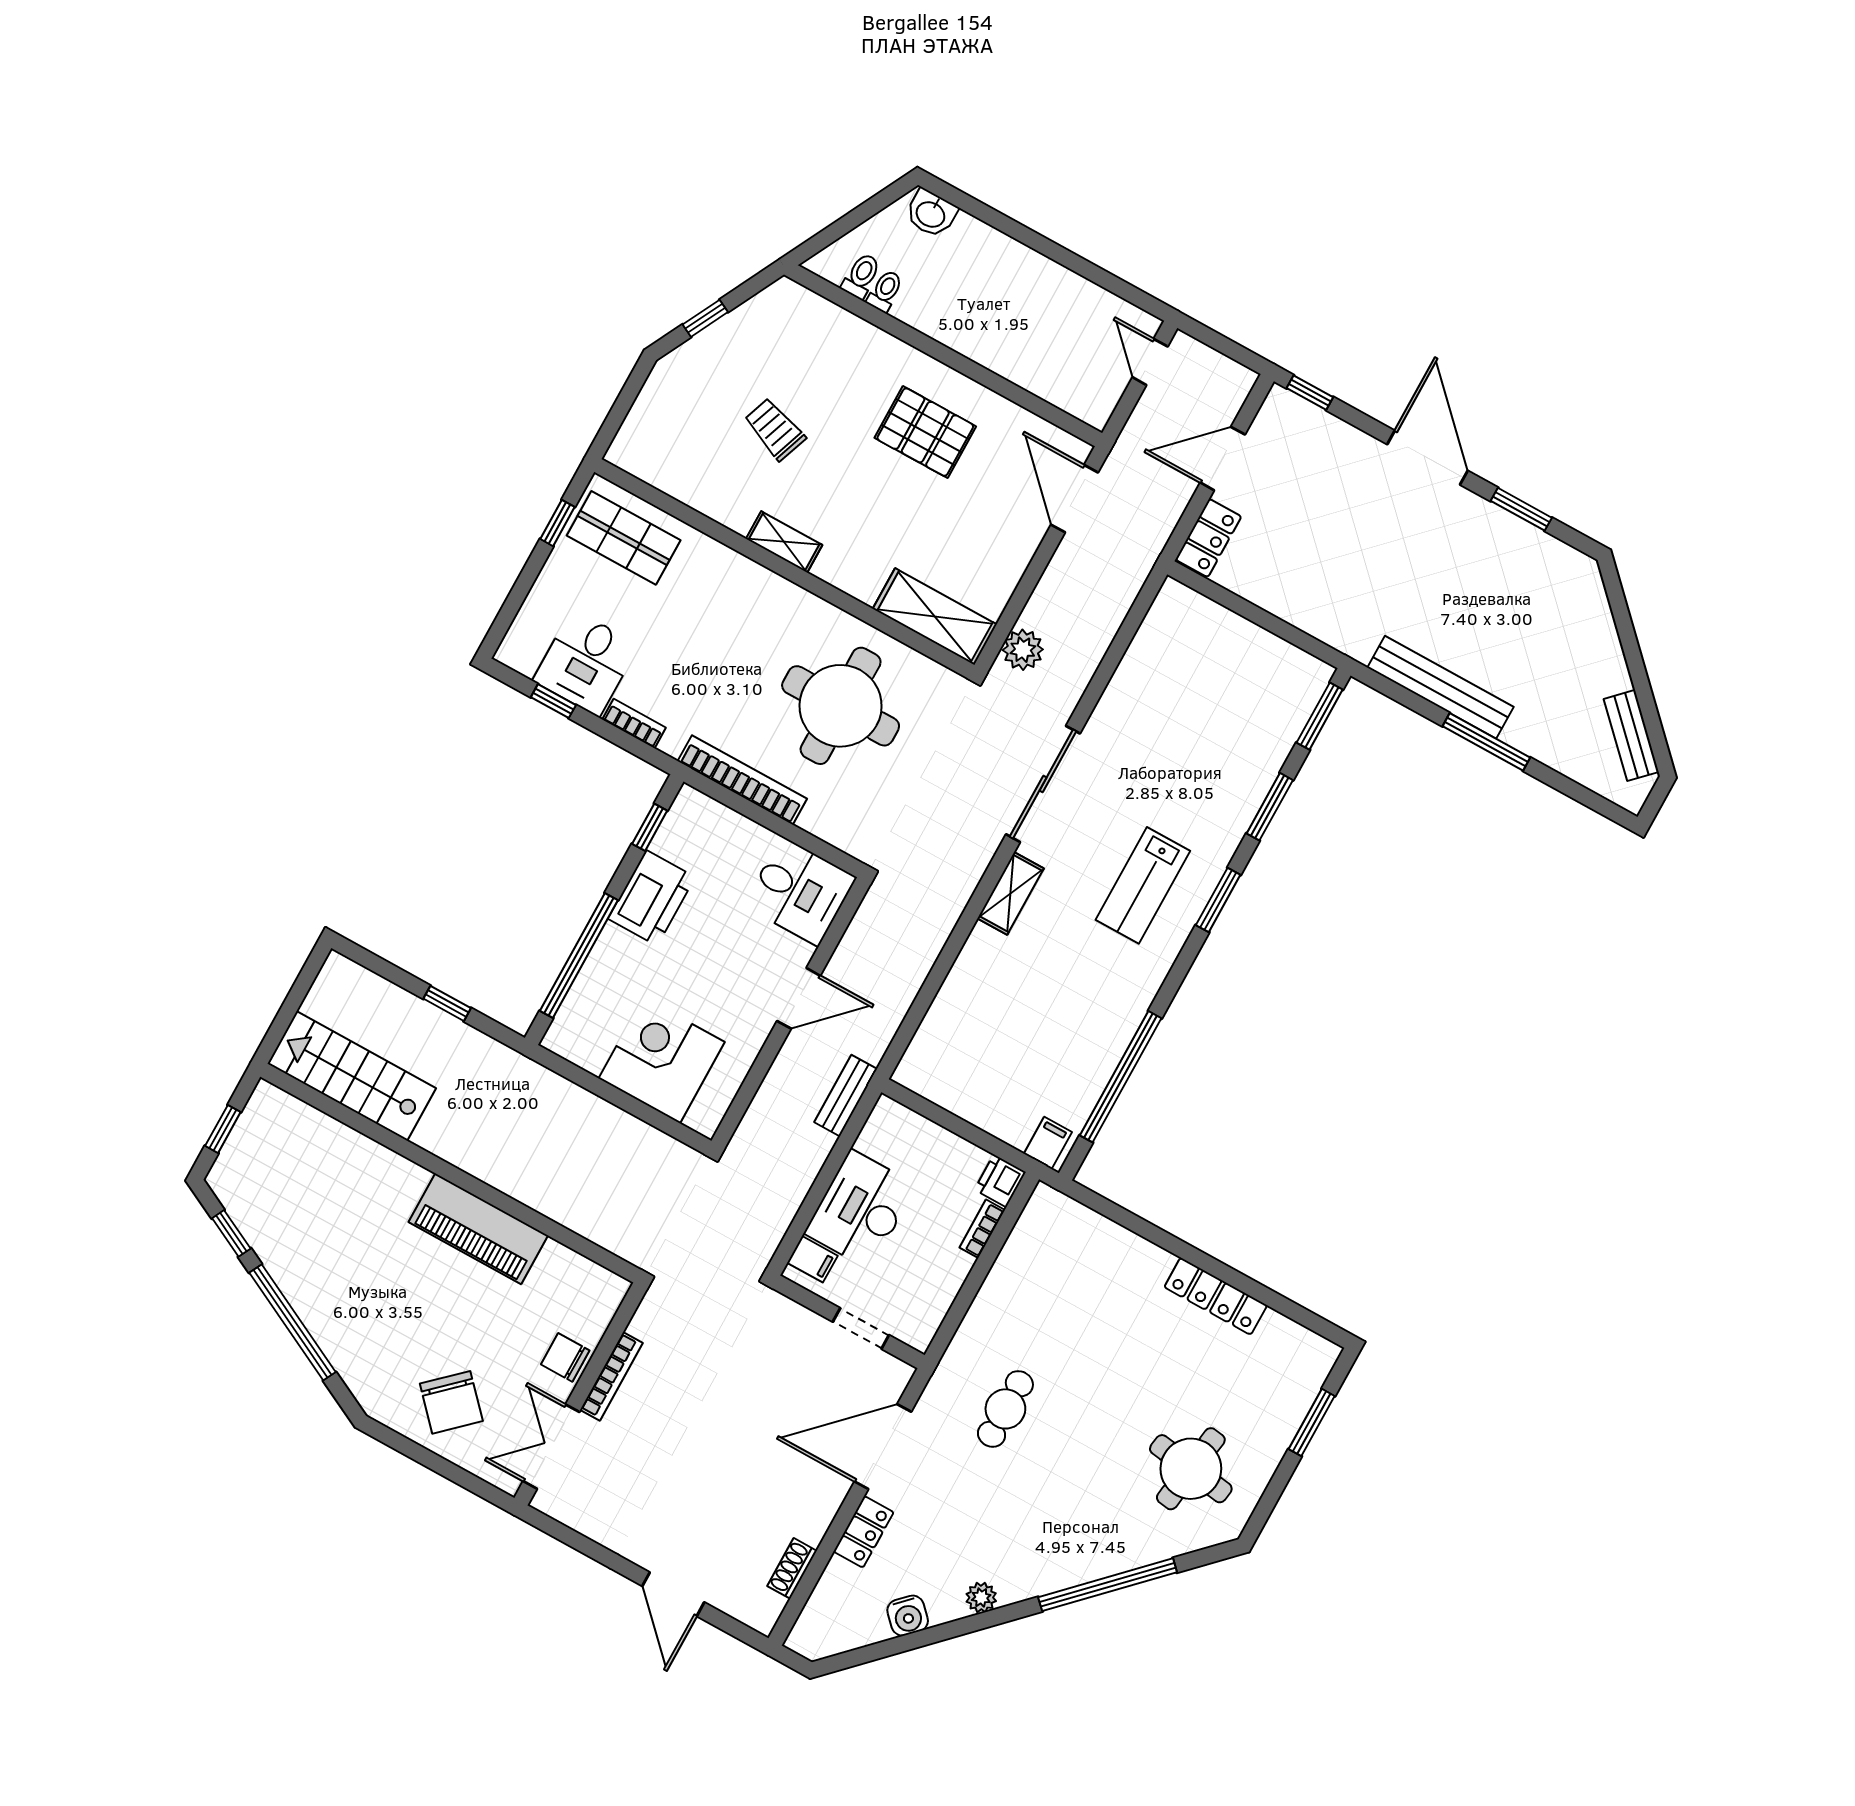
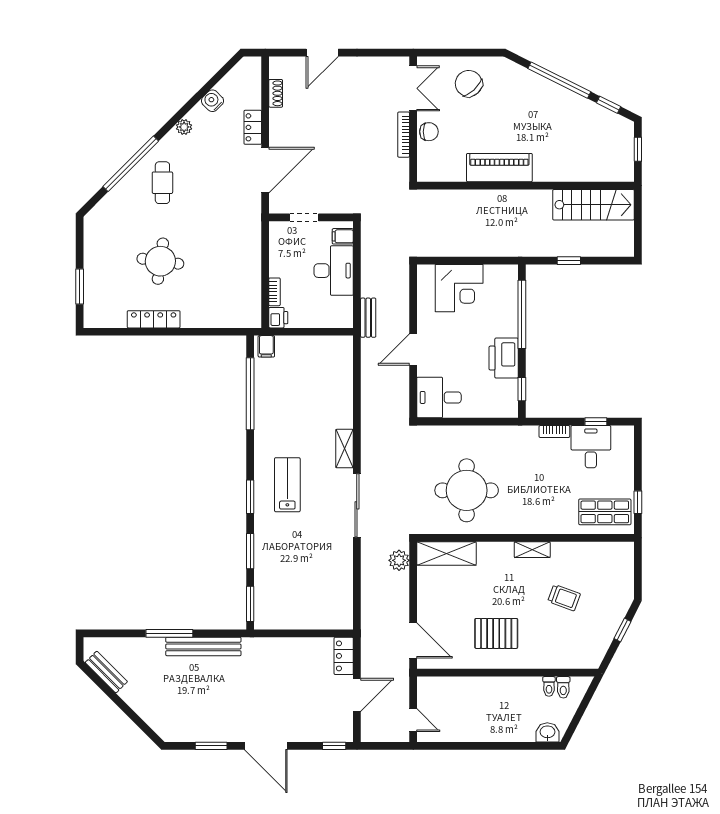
bookcase: (742, 780) -> (492, 433), removed
cafe table: (1005, 1409) -> (162, 183), moved
round table: (1191, 1469) -> (160, 261), moved
door: (673, 1594) -> (322, 53), swing flipped

